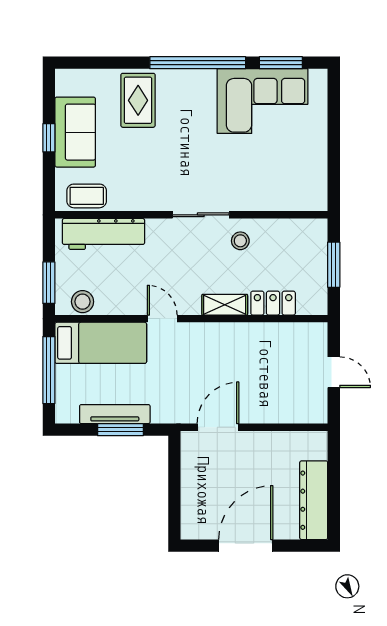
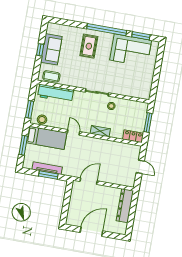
rug: (138, 100) -> (89, 46), moved
locker: (273, 303) -> (133, 136), moved
window: (49, 370) -> (23, 145), width x0.69
dresser: (314, 500) -> (125, 206), moved

